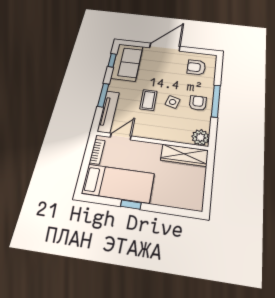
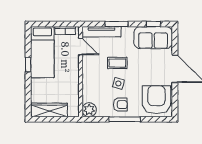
armchair: (196, 67) -> (156, 100), width x1.88, depth x1.88
wardrobe: (184, 155) -> (49, 110), moved, turned 90

